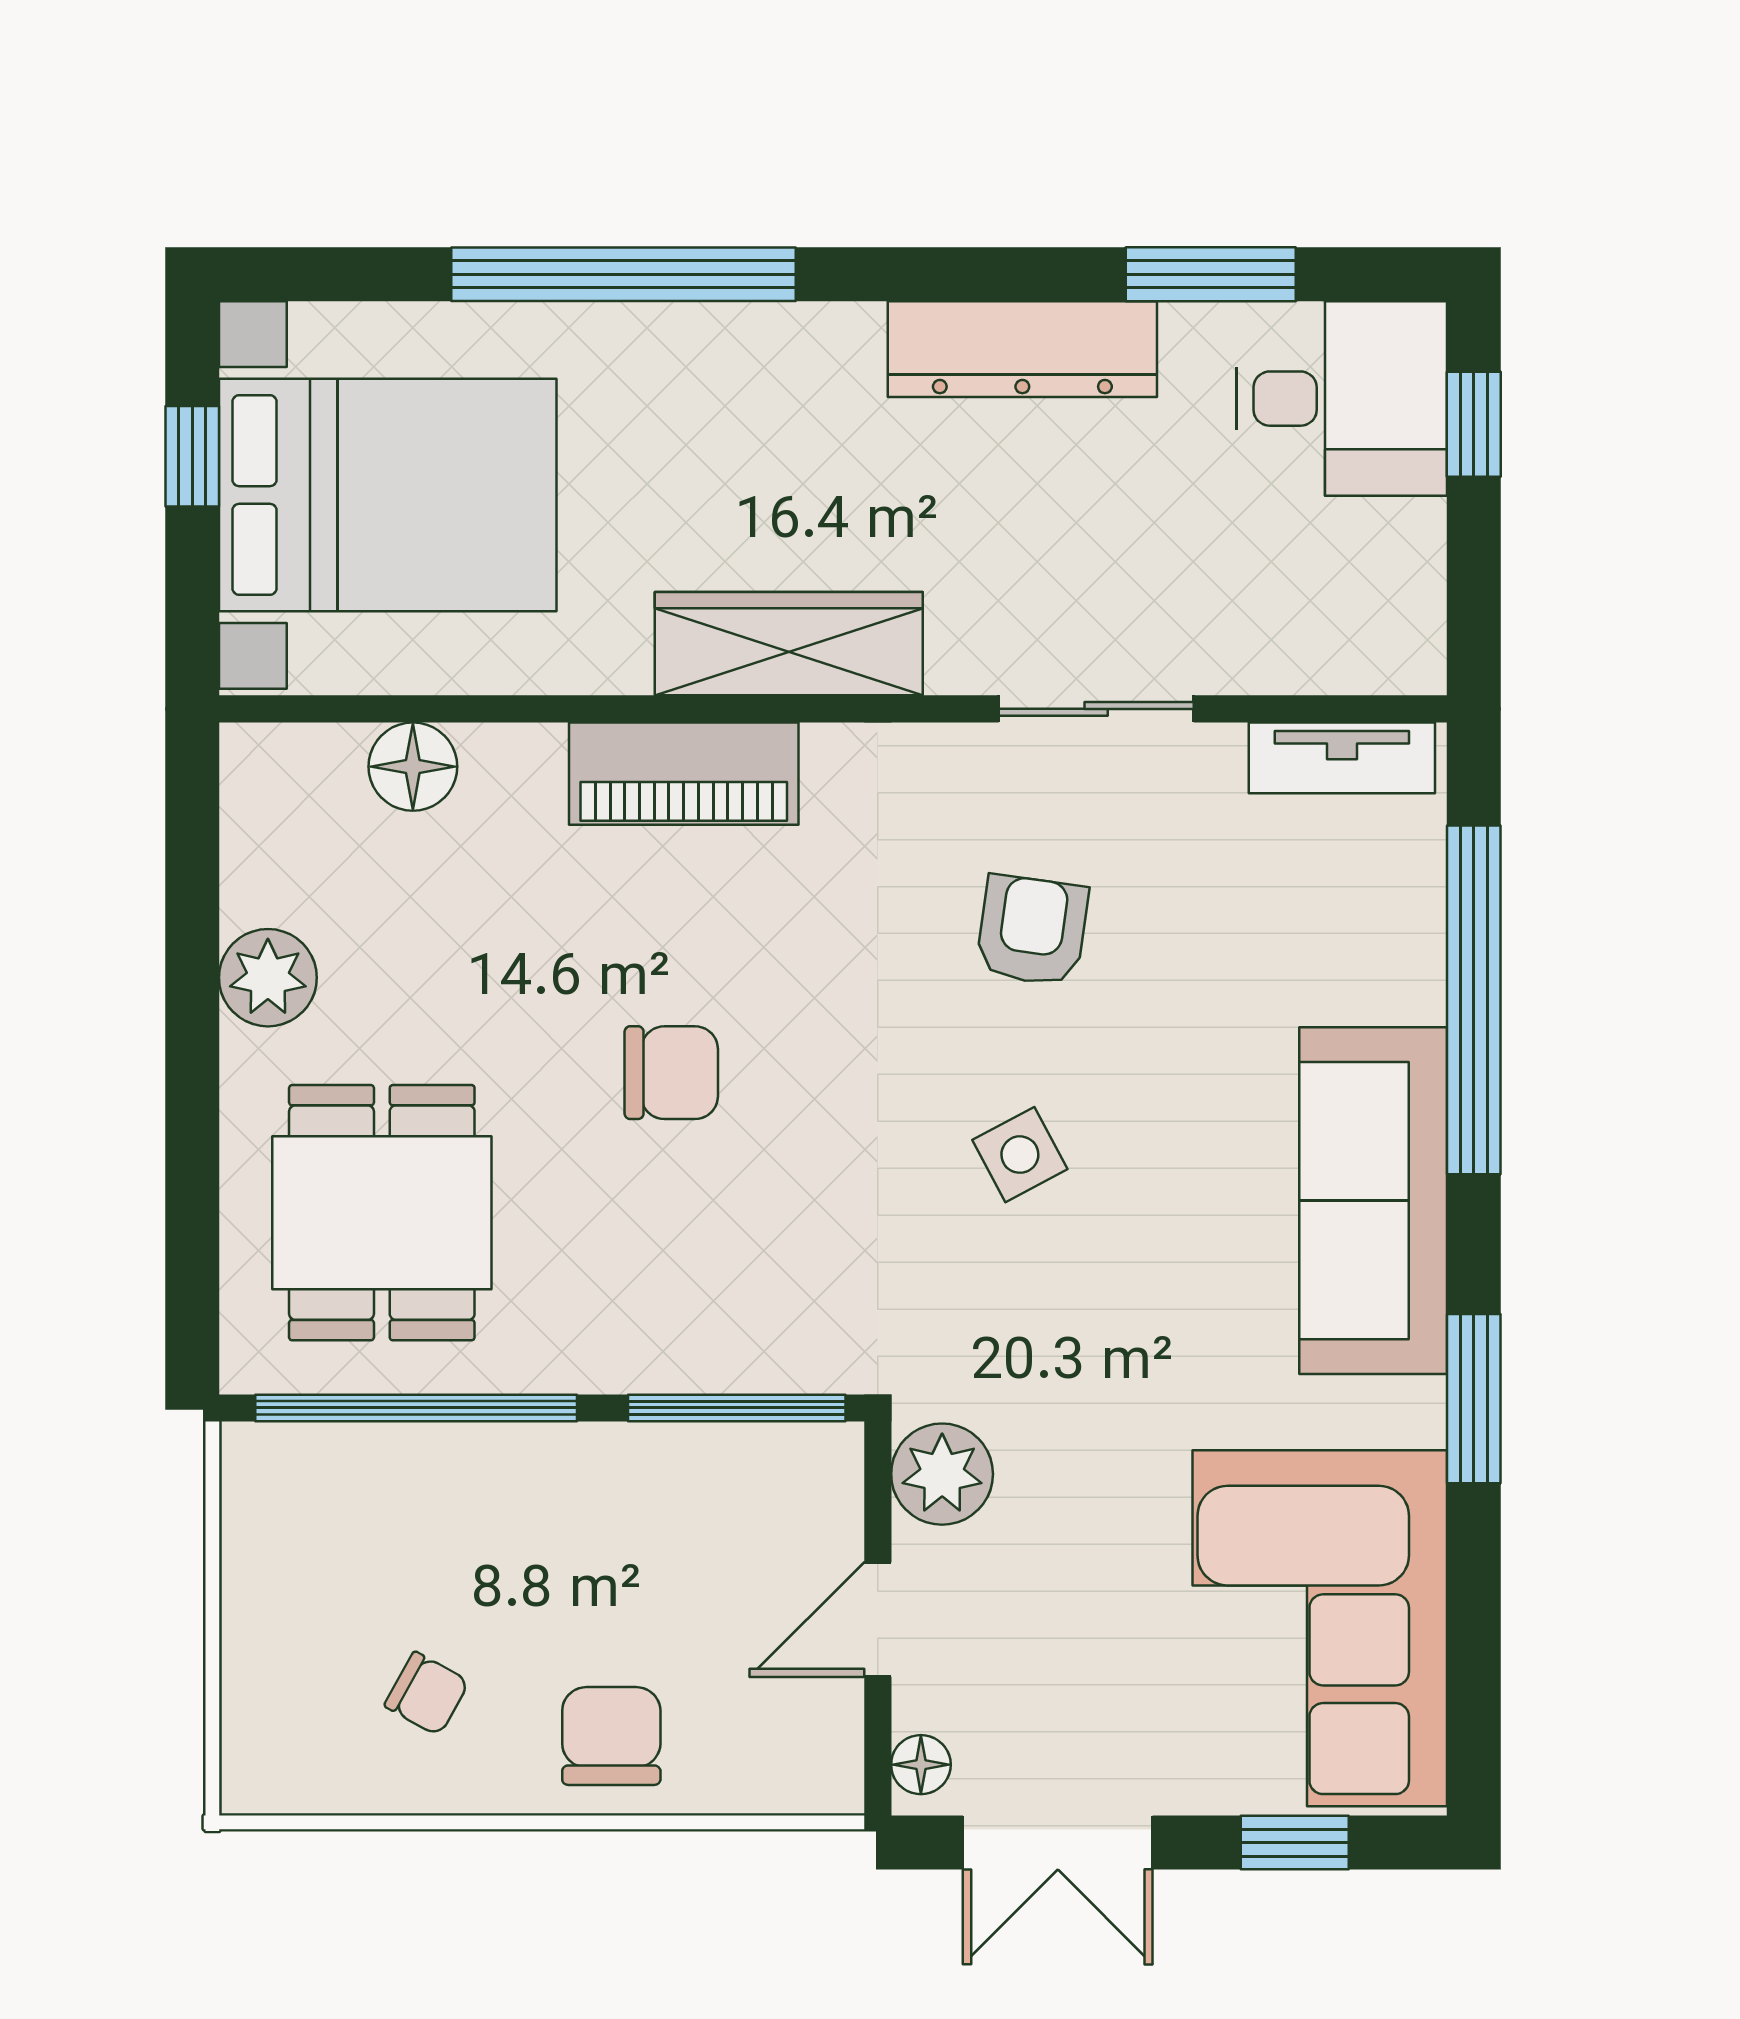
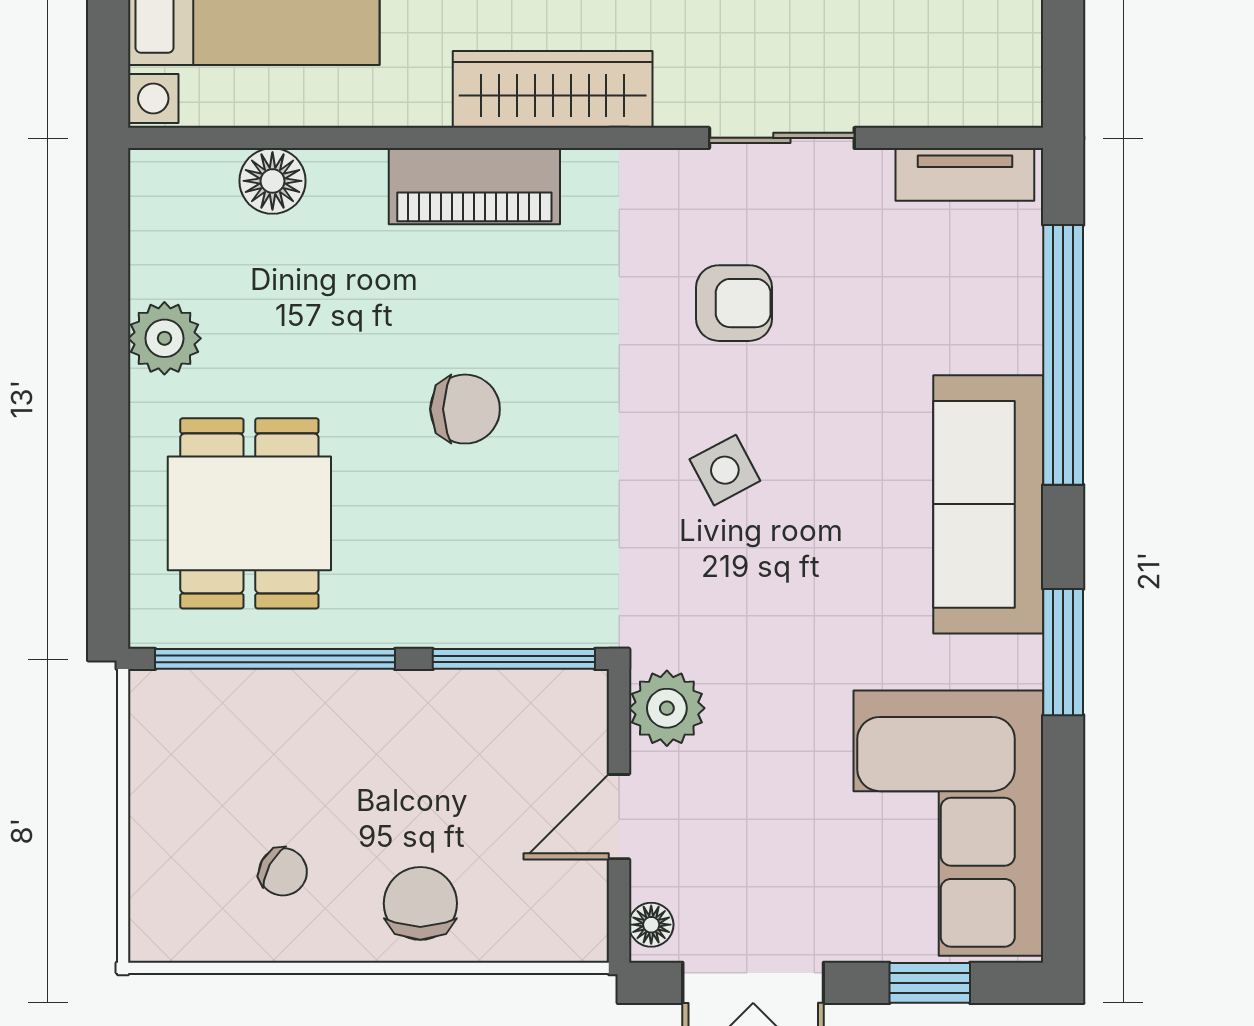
armchair: (1032, 930) -> (734, 303), turned 82

